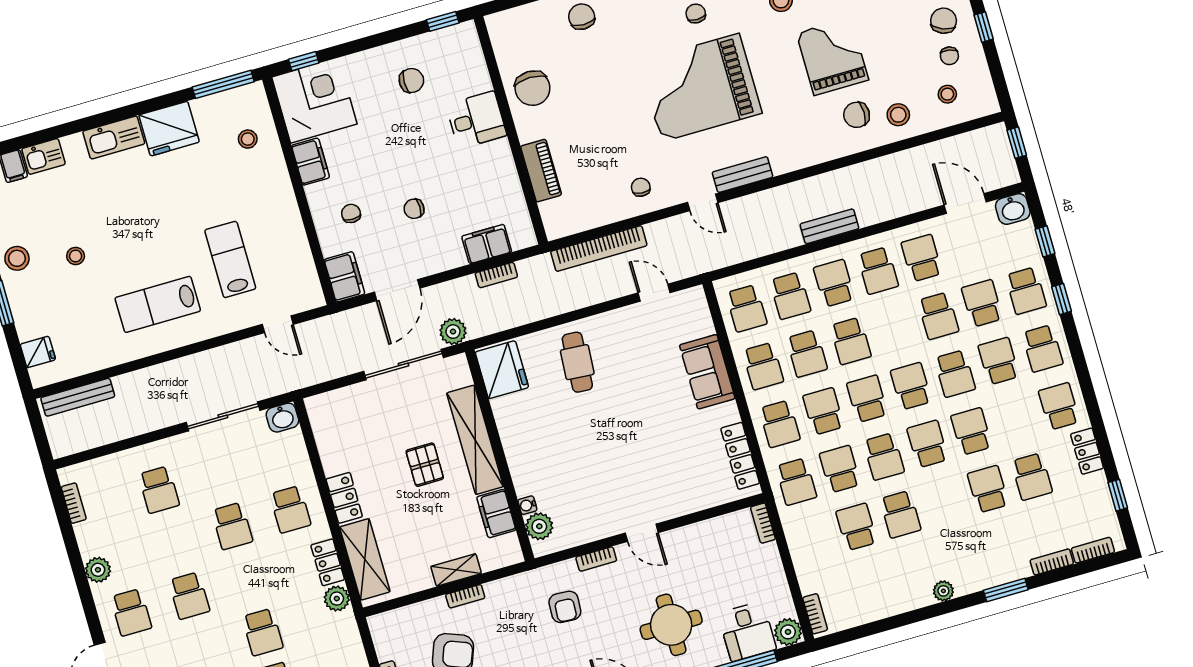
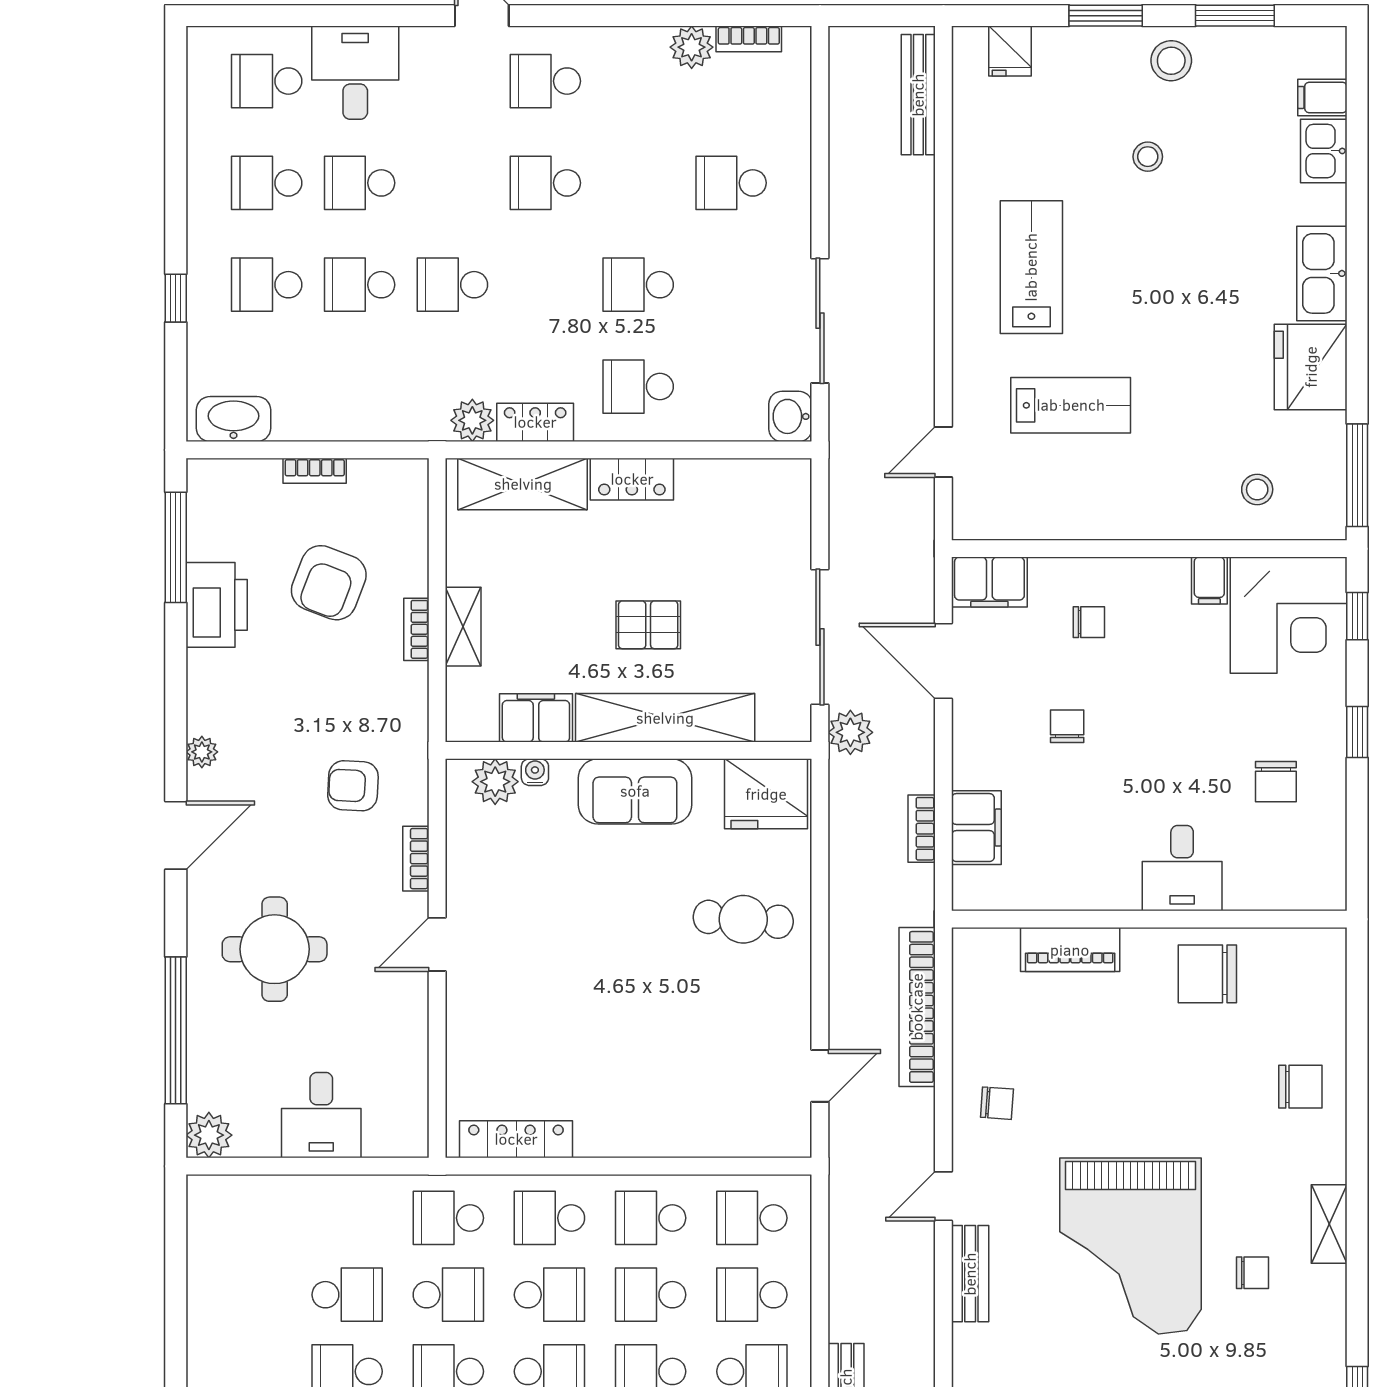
window: (443, 21) -> (1357, 732), moved
grand piano: (700, 88) -> (1130, 1246), turned 180
filing cabinet: (310, 162) -> (1209, 581), width x0.50
sofa: (707, 372) -> (635, 791), moved, turned 180
bookcase: (763, 523) -> (397, 1145), removed
plant: (98, 570) -> (692, 47), moved
bookcase: (815, 614) -> (226, 1187), removed
desk: (747, 631) -> (321, 1115), moved, turned -90

